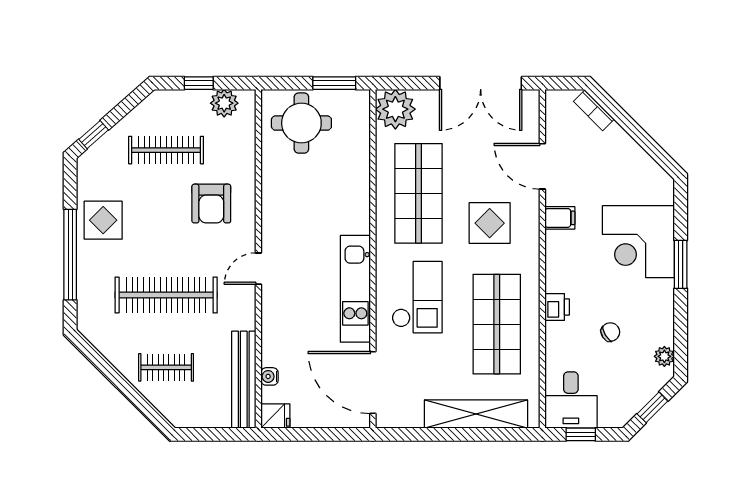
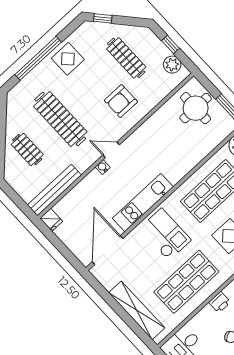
checkout: (417, 297) -> (165, 234), turned -90
water cooler: (269, 376) -> (103, 167), moved

